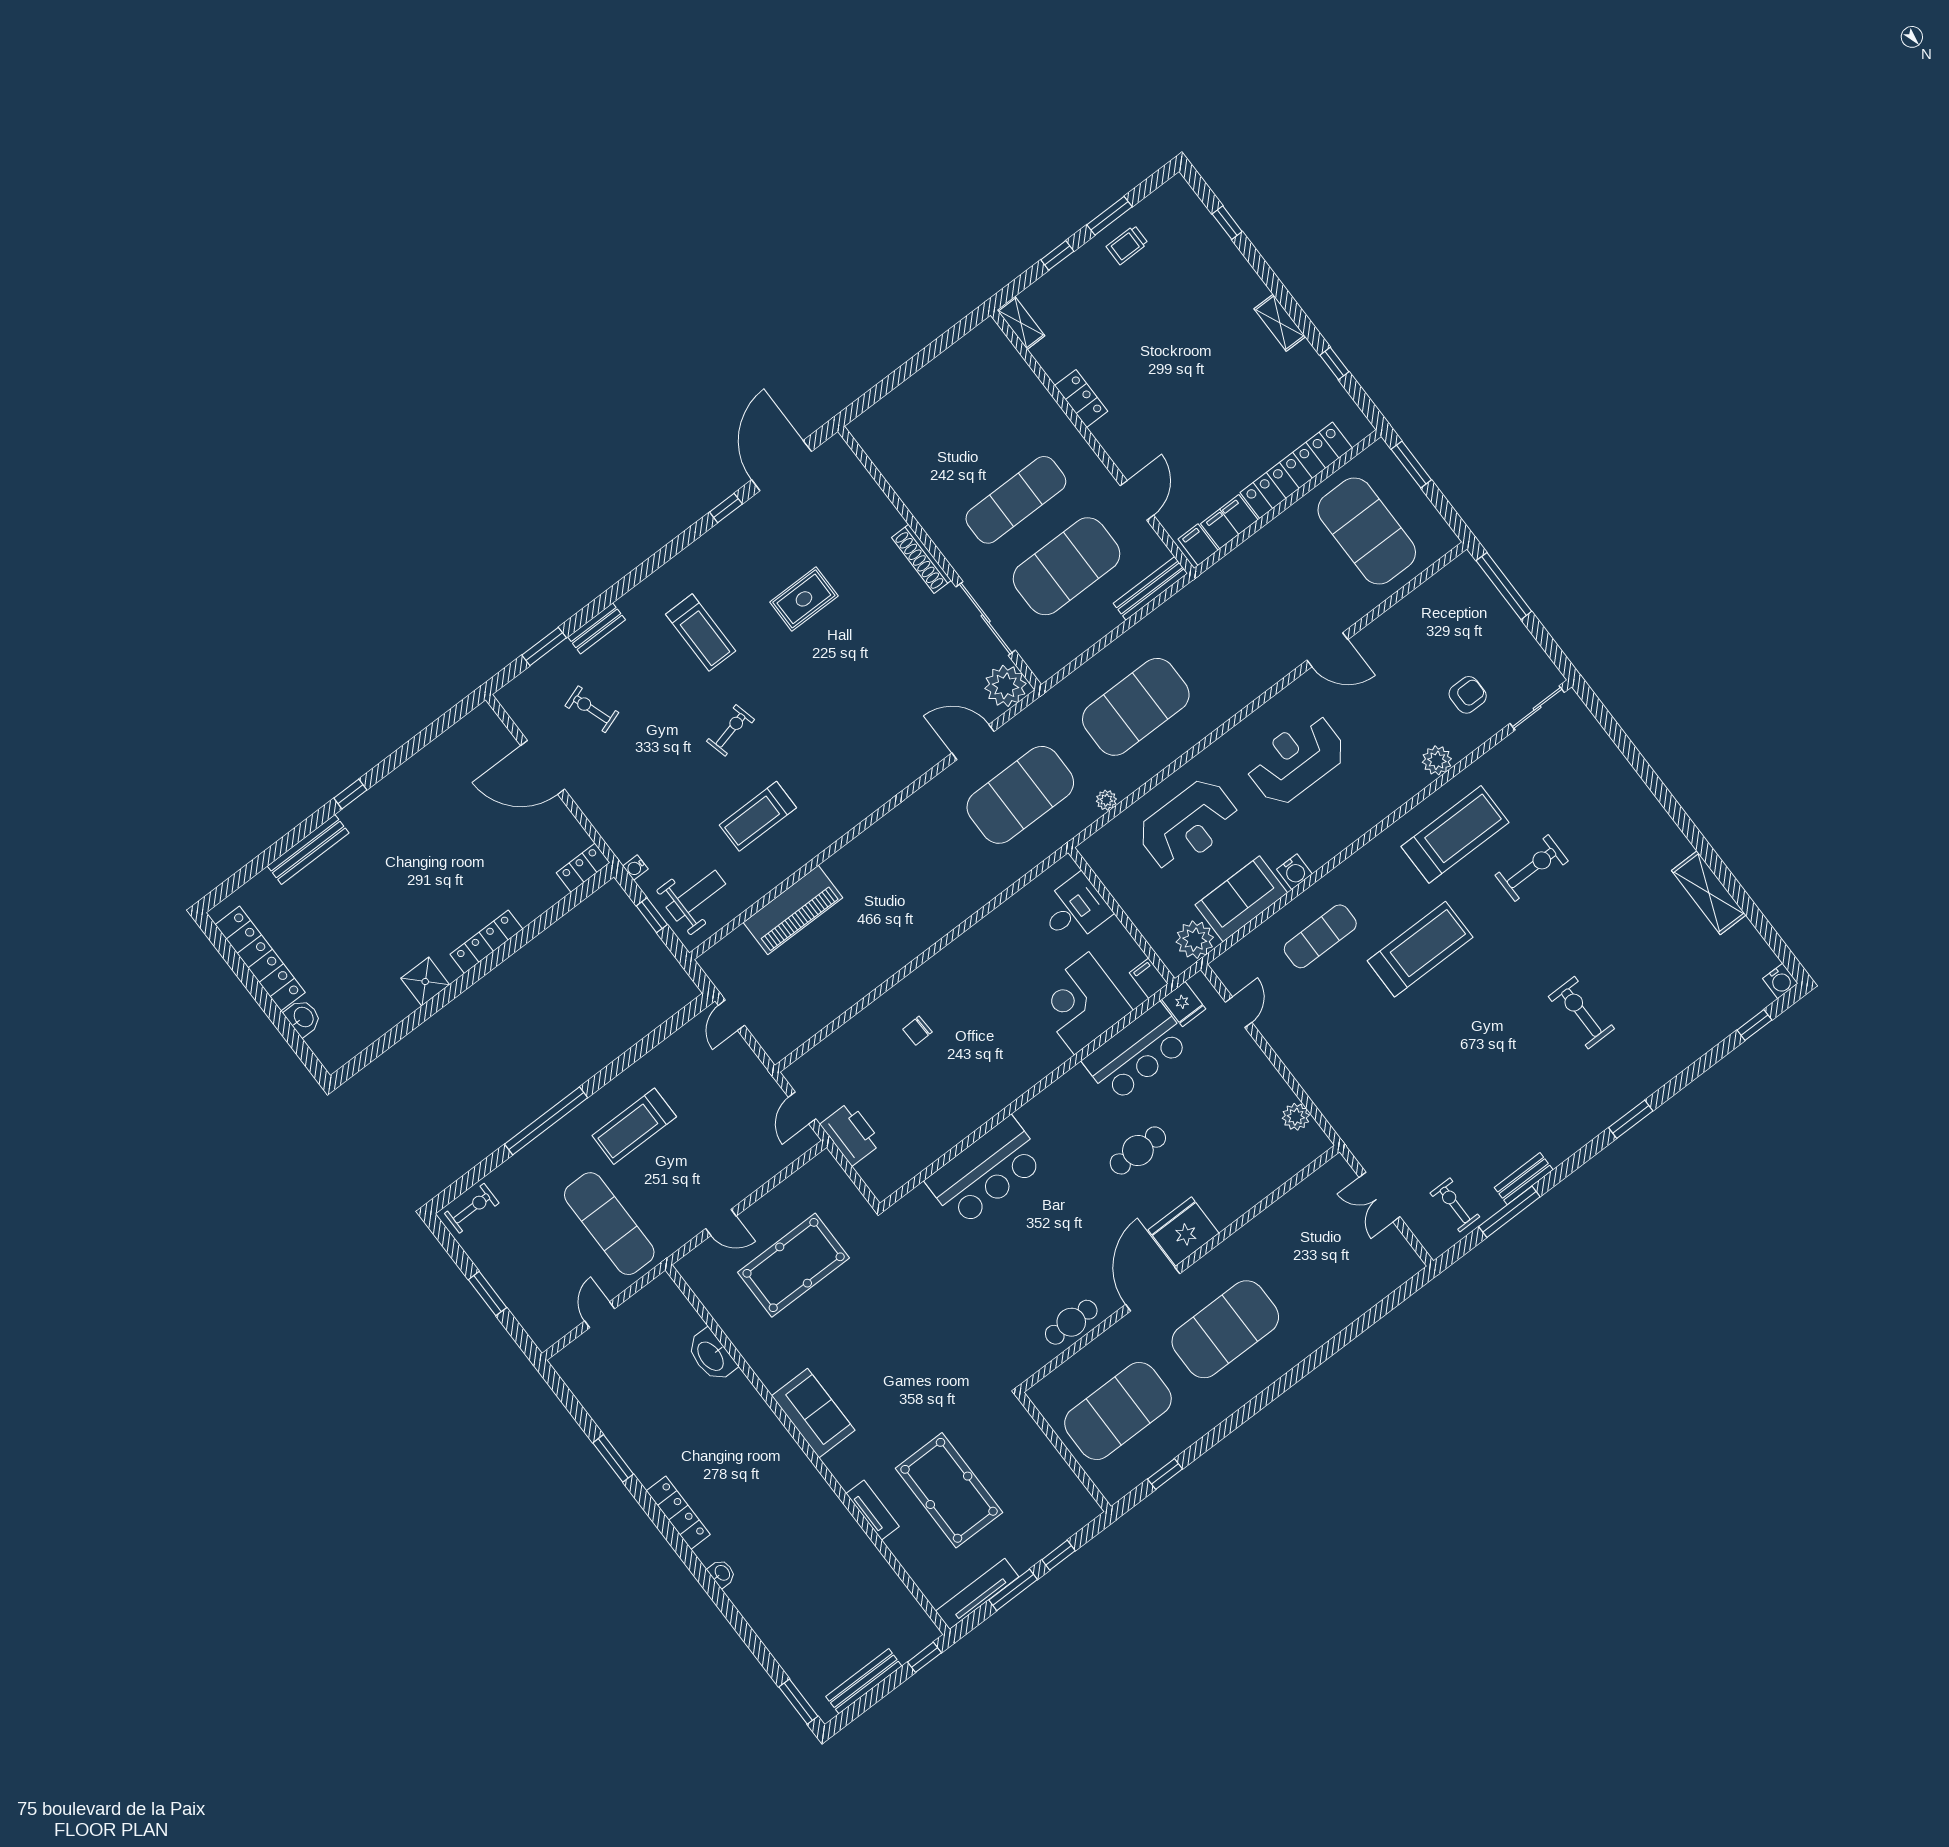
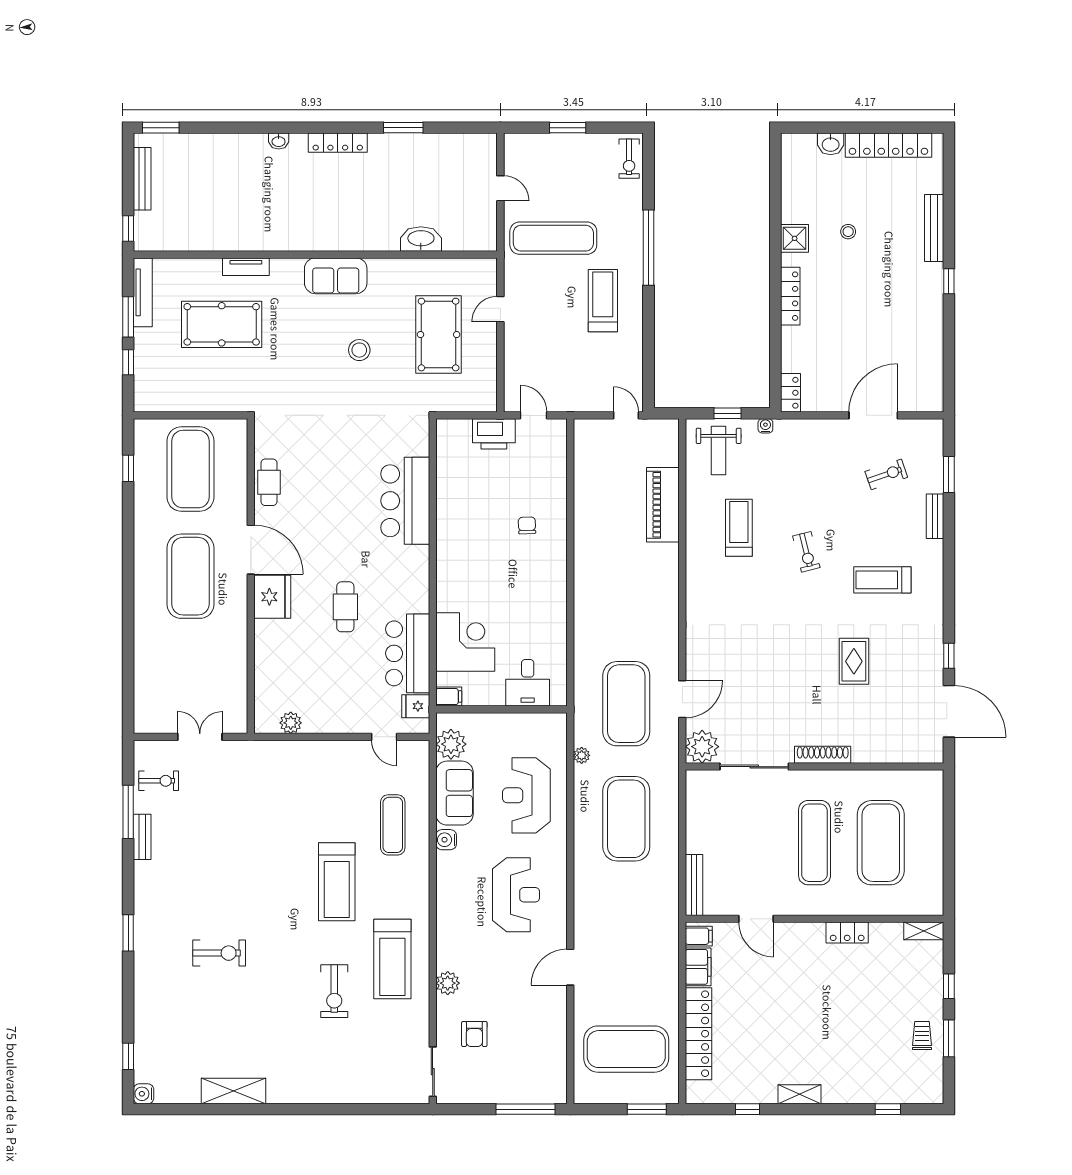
exercise mat: (1066, 566) -> (881, 843), moved
stool: (378, 933) -> (848, 232), added
stool: (870, 1333) -> (359, 350), added

